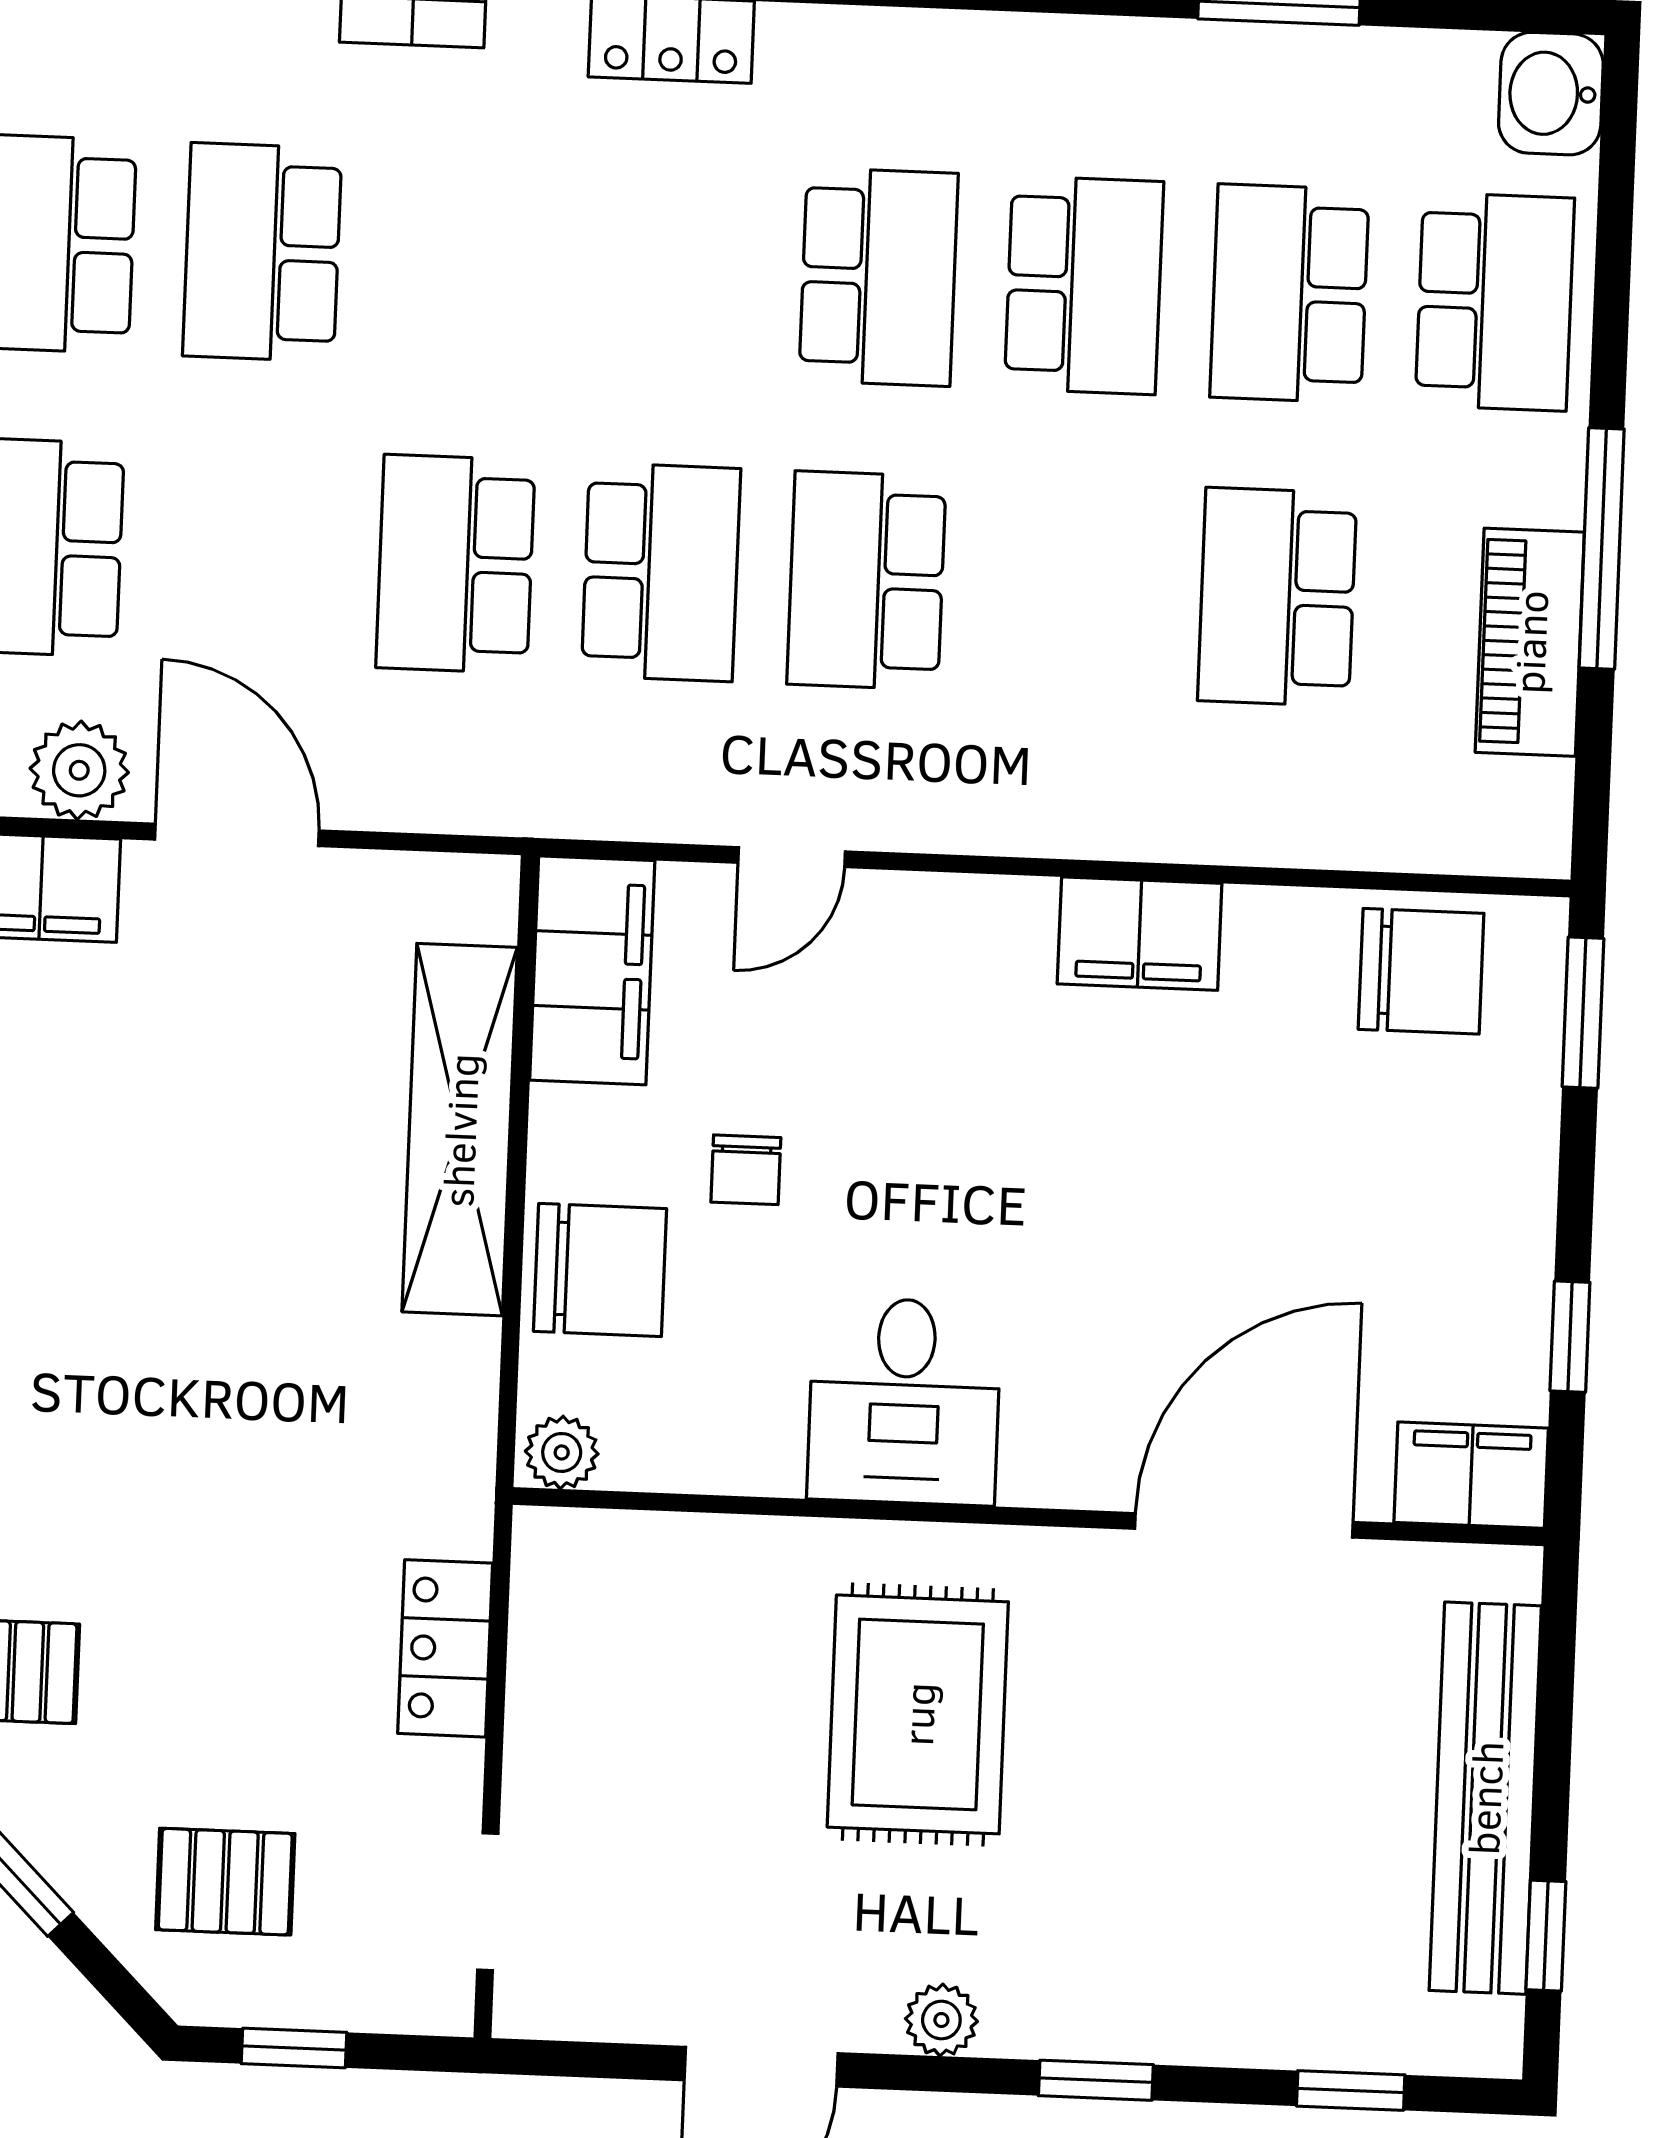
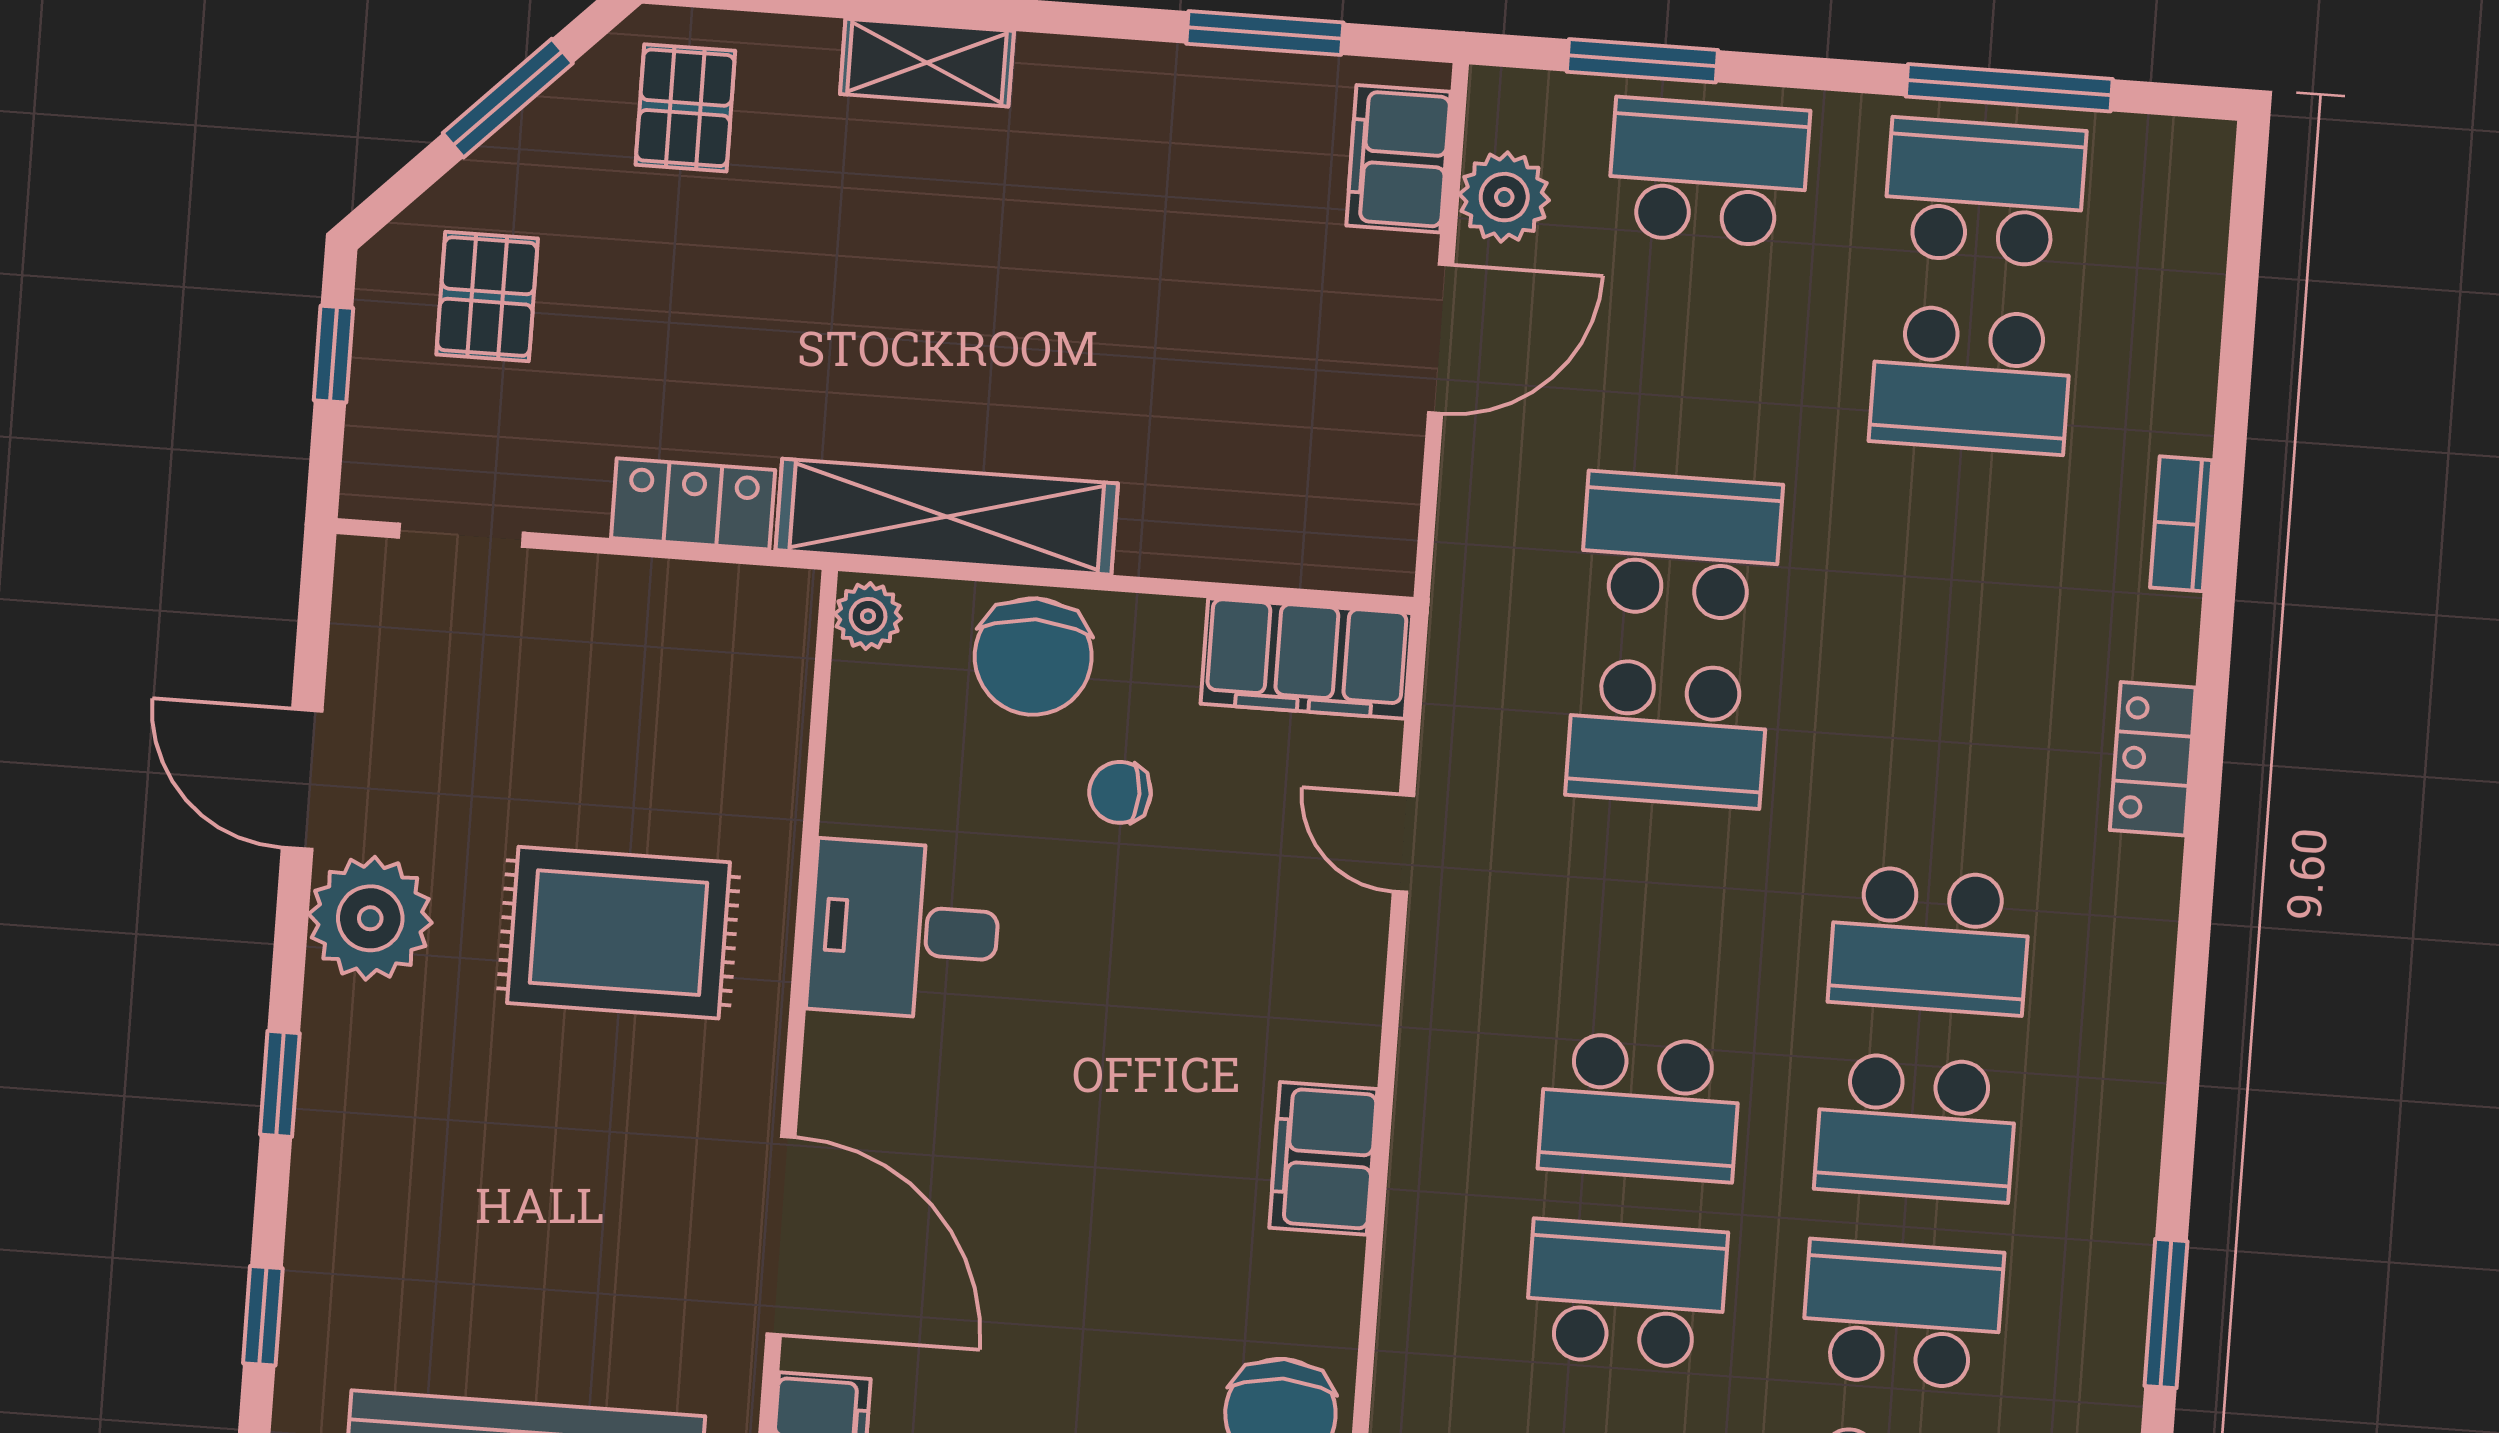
school desk: (262, 252) -> (1971, 380), turned 180
school desk: (866, 580) -> (1640, 1107), moved, turned 180
shelving: (460, 1130) -> (947, 517), moved
plant: (941, 2020) -> (370, 918), width x1.88, depth x1.88

